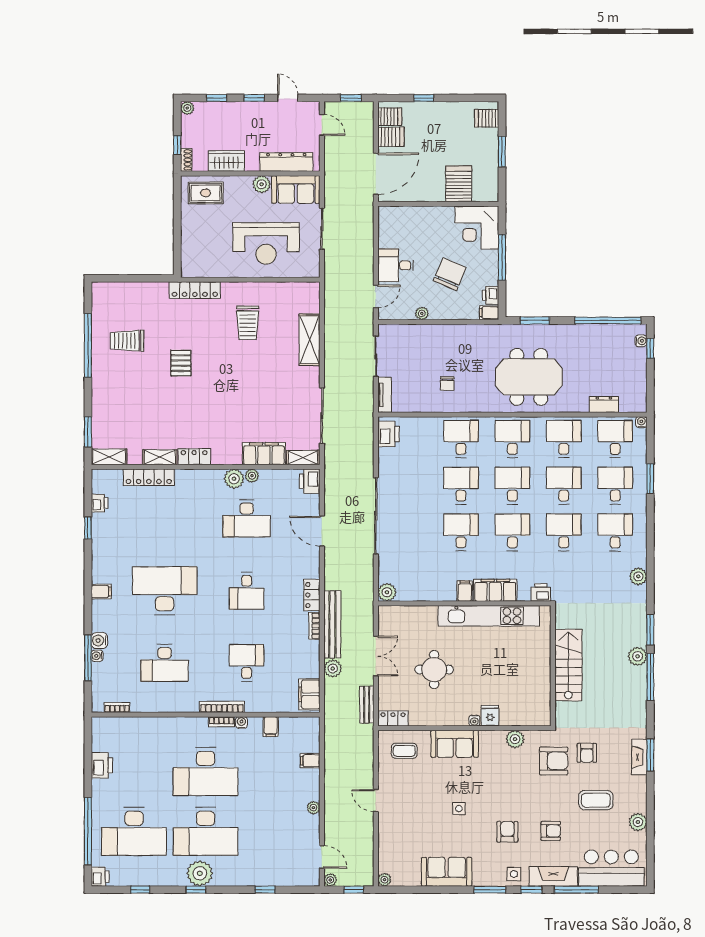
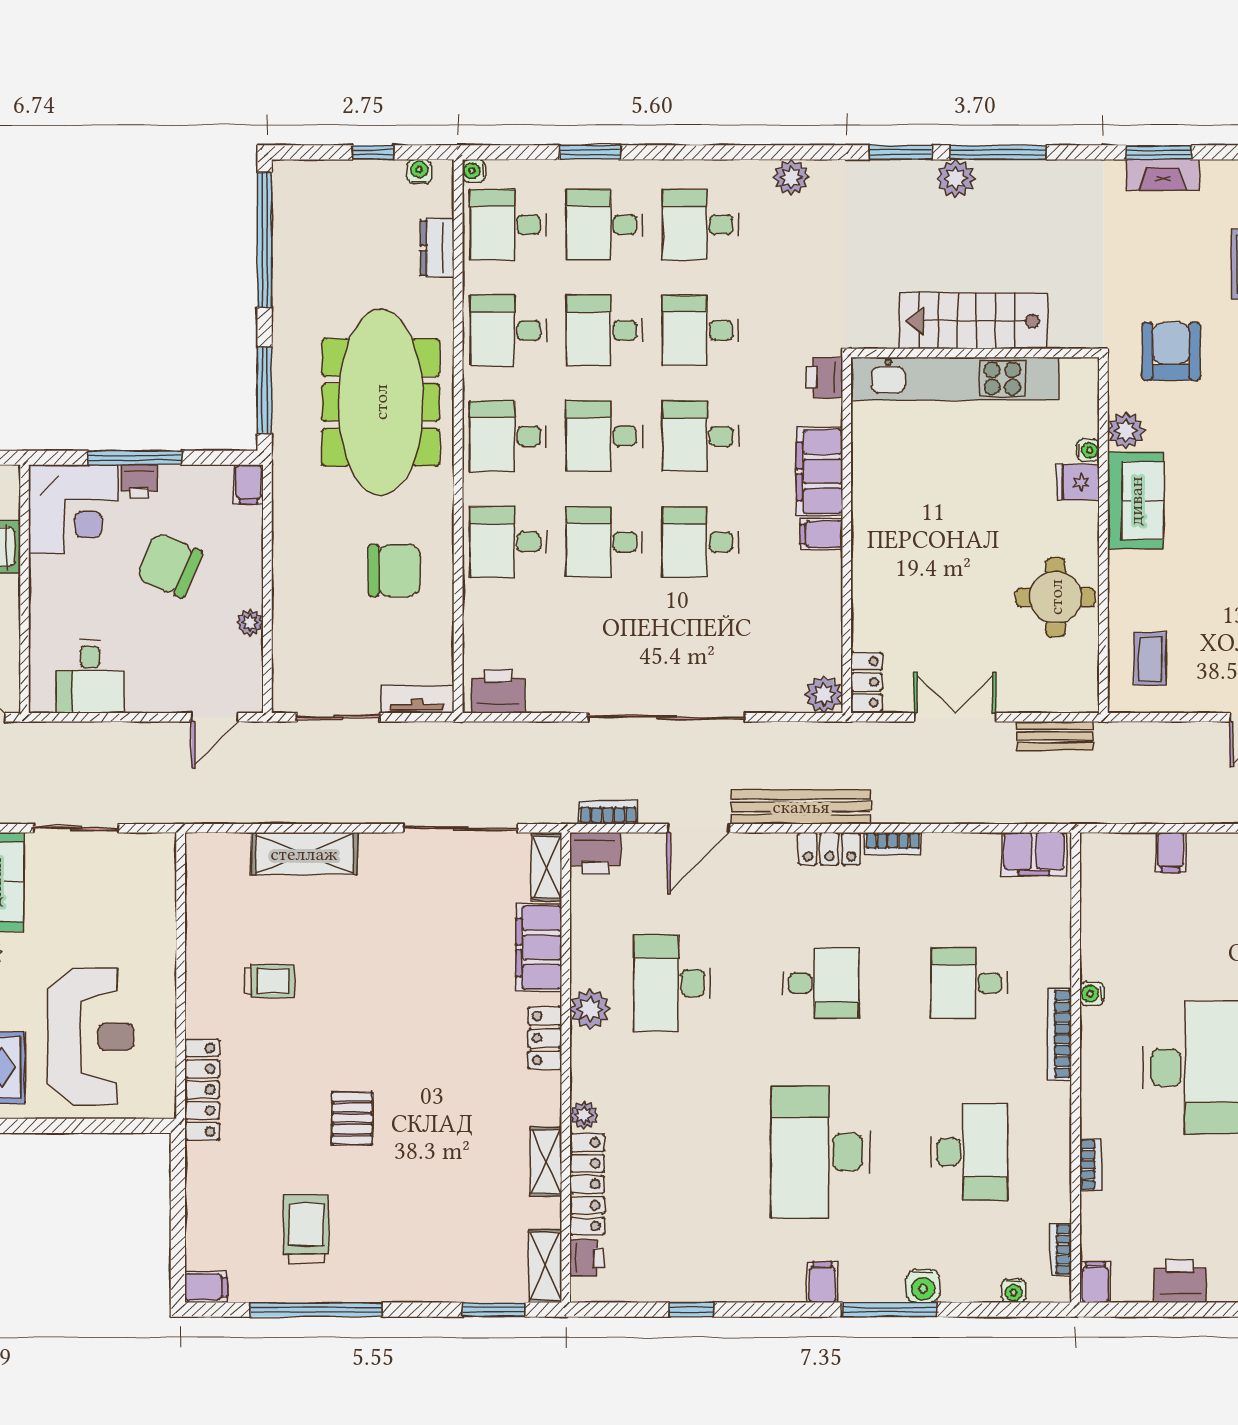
reception desk: (266, 243) -> (91, 1037), moved
desk: (396, 265) -> (90, 677), moved
filing cabinet: (99, 292) -> (206, 1287), added
printer: (491, 295) -> (139, 481), moved
door: (376, 296) -> (215, 717), swing flipped
window: (535, 320) -> (265, 390), width x1.44
trolley: (248, 323) -> (269, 981), width x0.73, depth x0.72
trolley: (127, 341) -> (306, 1229), turned 180
water cooler: (641, 341) -> (419, 172), moved
window: (650, 348) -> (373, 152), moved
pallet: (181, 363) -> (352, 1118), turned 90
meeting table: (529, 377) -> (381, 402), width x1.36
chair: (447, 384) -> (394, 570), width x1.87, depth x1.87
locker: (194, 457) -> (545, 1038), moved
plant: (252, 476) -> (584, 1115), moved
bookcase: (330, 487) -> (608, 812), added
printer: (99, 503) -> (587, 1258), moved, turned 90
desk: (247, 519) -> (672, 983), turned 180
kitchen unit: (489, 616) -> (955, 379), moved, turned 90
bench: (332, 624) -> (801, 807), moved
water cooler: (97, 656) -> (1014, 1291), moved
window: (88, 658) -> (889, 1310), moved
plant: (333, 668) -> (981, 806), removed
round table: (434, 670) -> (1056, 597), moved
locker: (393, 718) -> (867, 682), moved, turned 180
water cooler: (474, 721) -> (1088, 450), moved
bookcase: (221, 722) -> (1090, 1165), moved
filing cabinet: (271, 727) -> (1095, 1282), moved, turned -90
sofa: (455, 744) -> (1136, 501), moved
armchair: (587, 753) -> (1154, 283), removed

